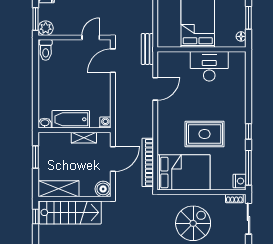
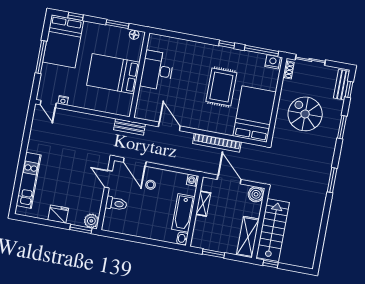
toilet: (46, 50) -> (116, 204), moved
stool: (93, 81) -> (151, 185), added
bookcase: (148, 162) -> (217, 143), moved

